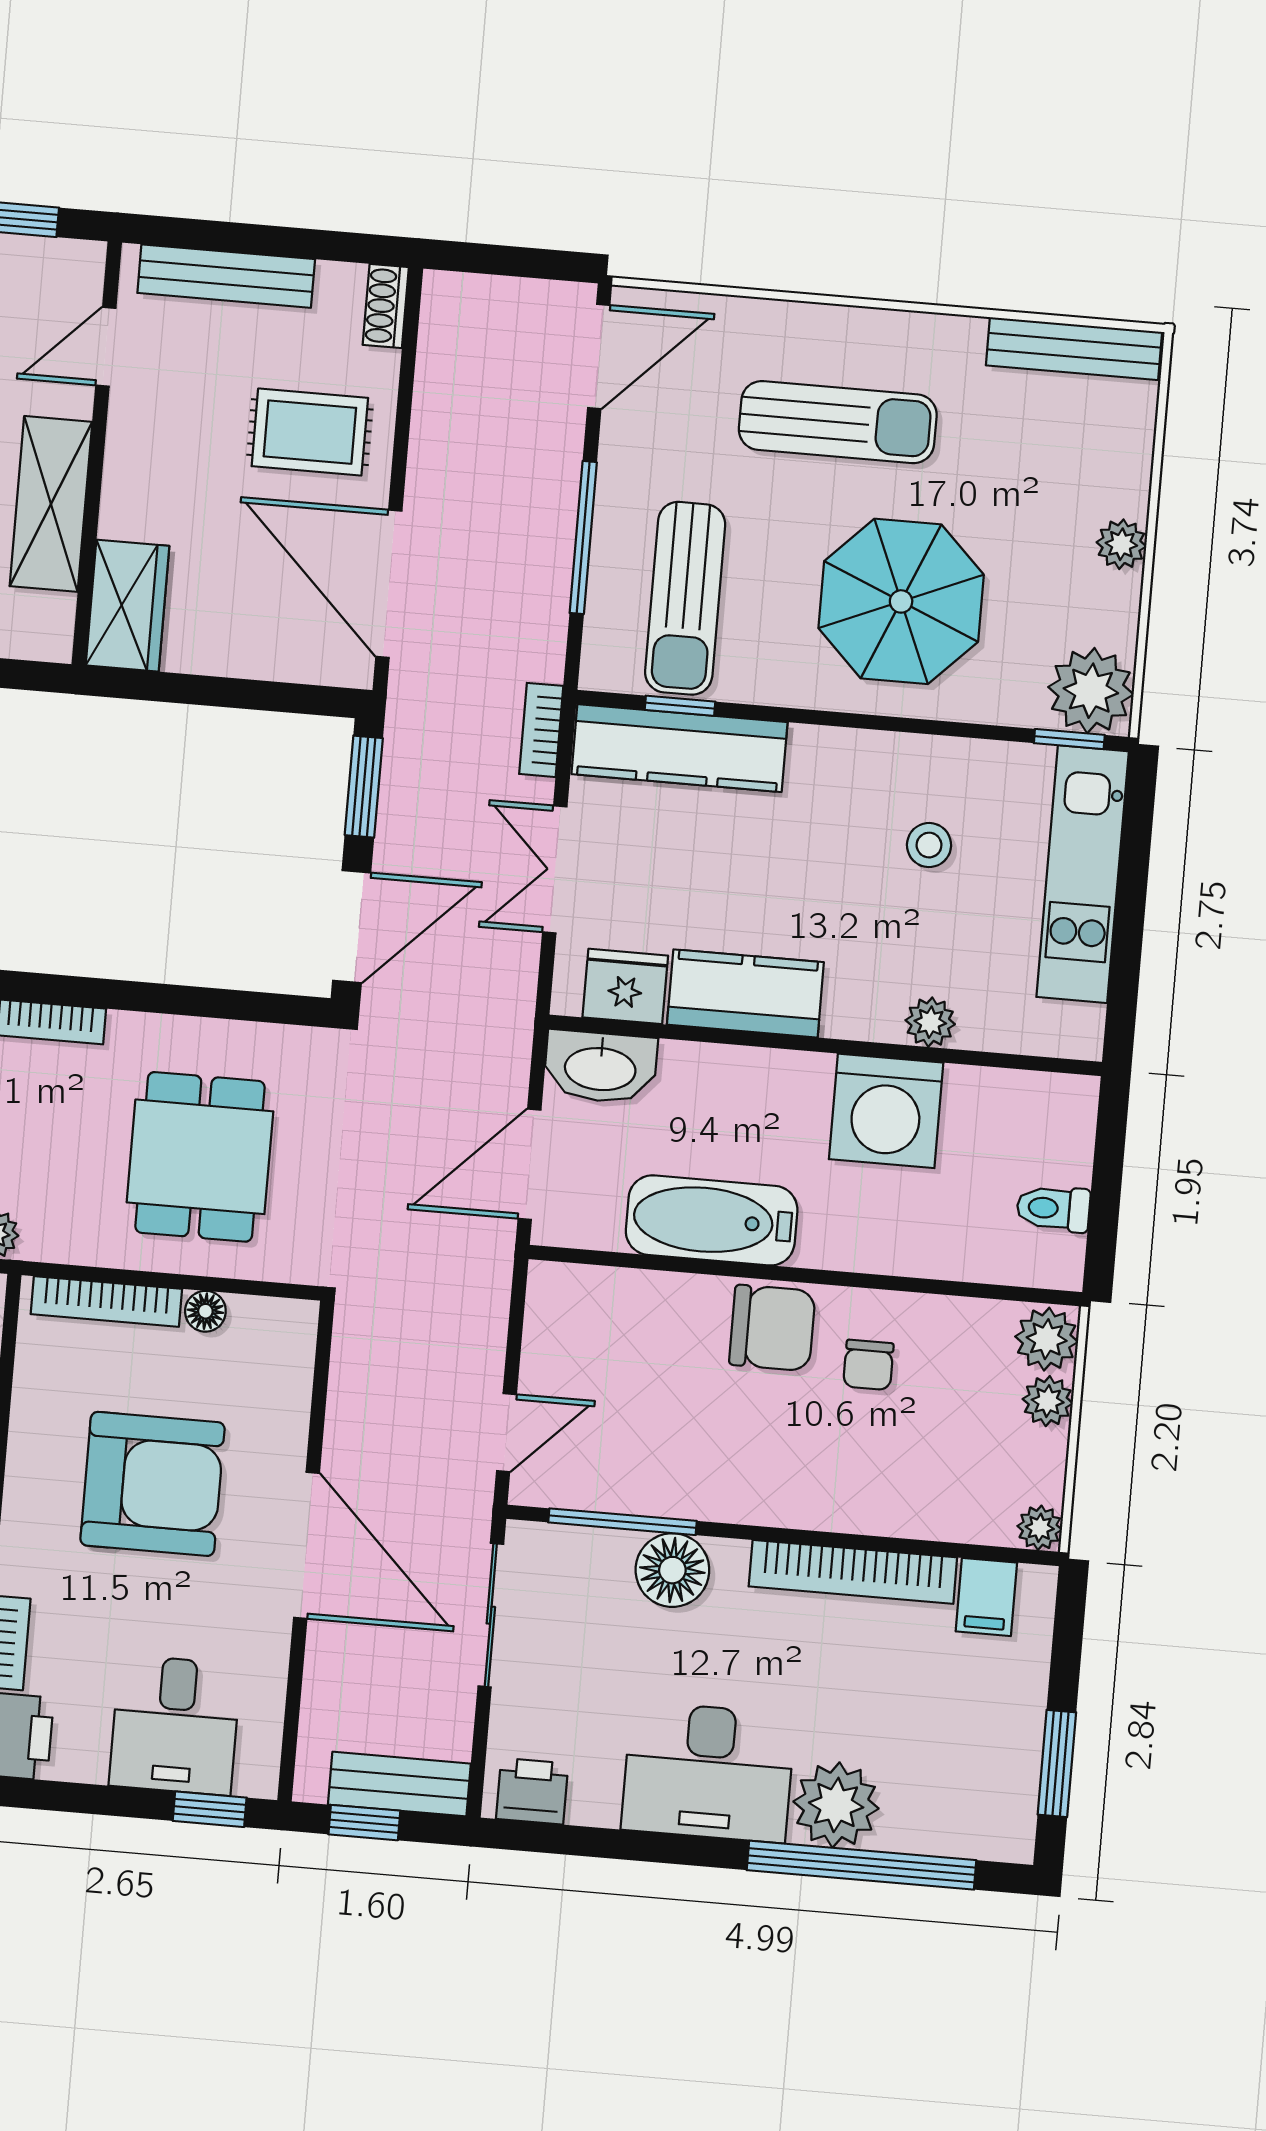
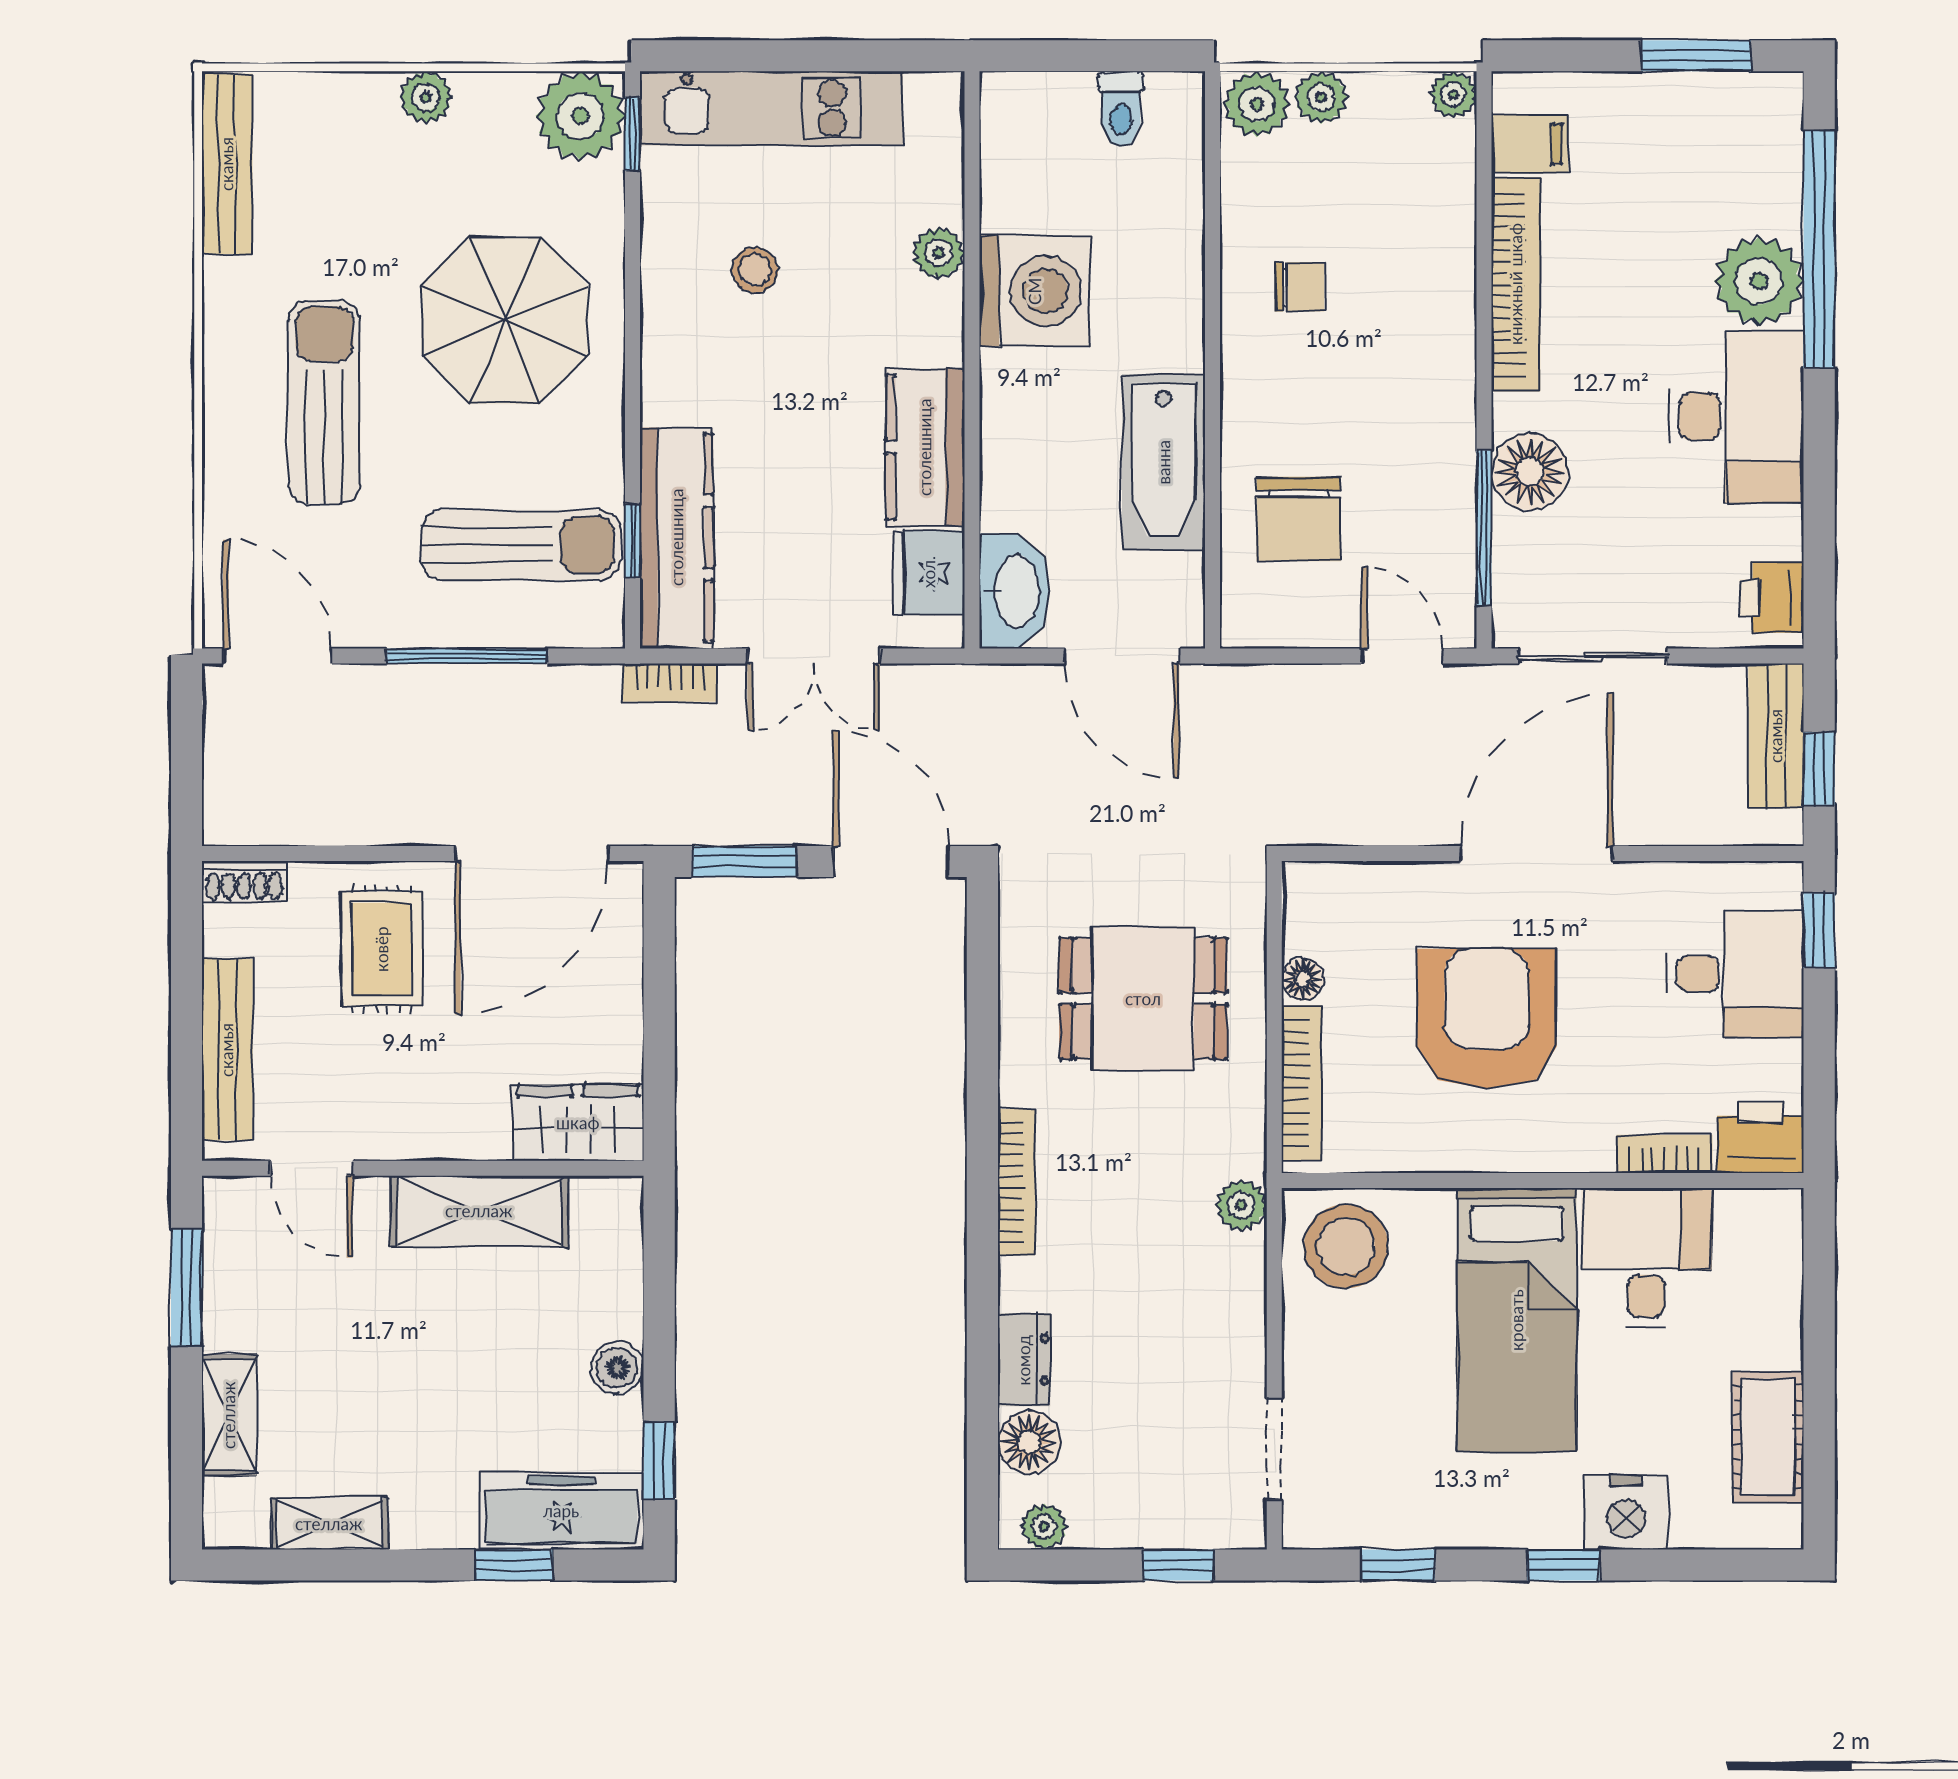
chair: (772, 1328) -> (1299, 519), moved, turned 180

